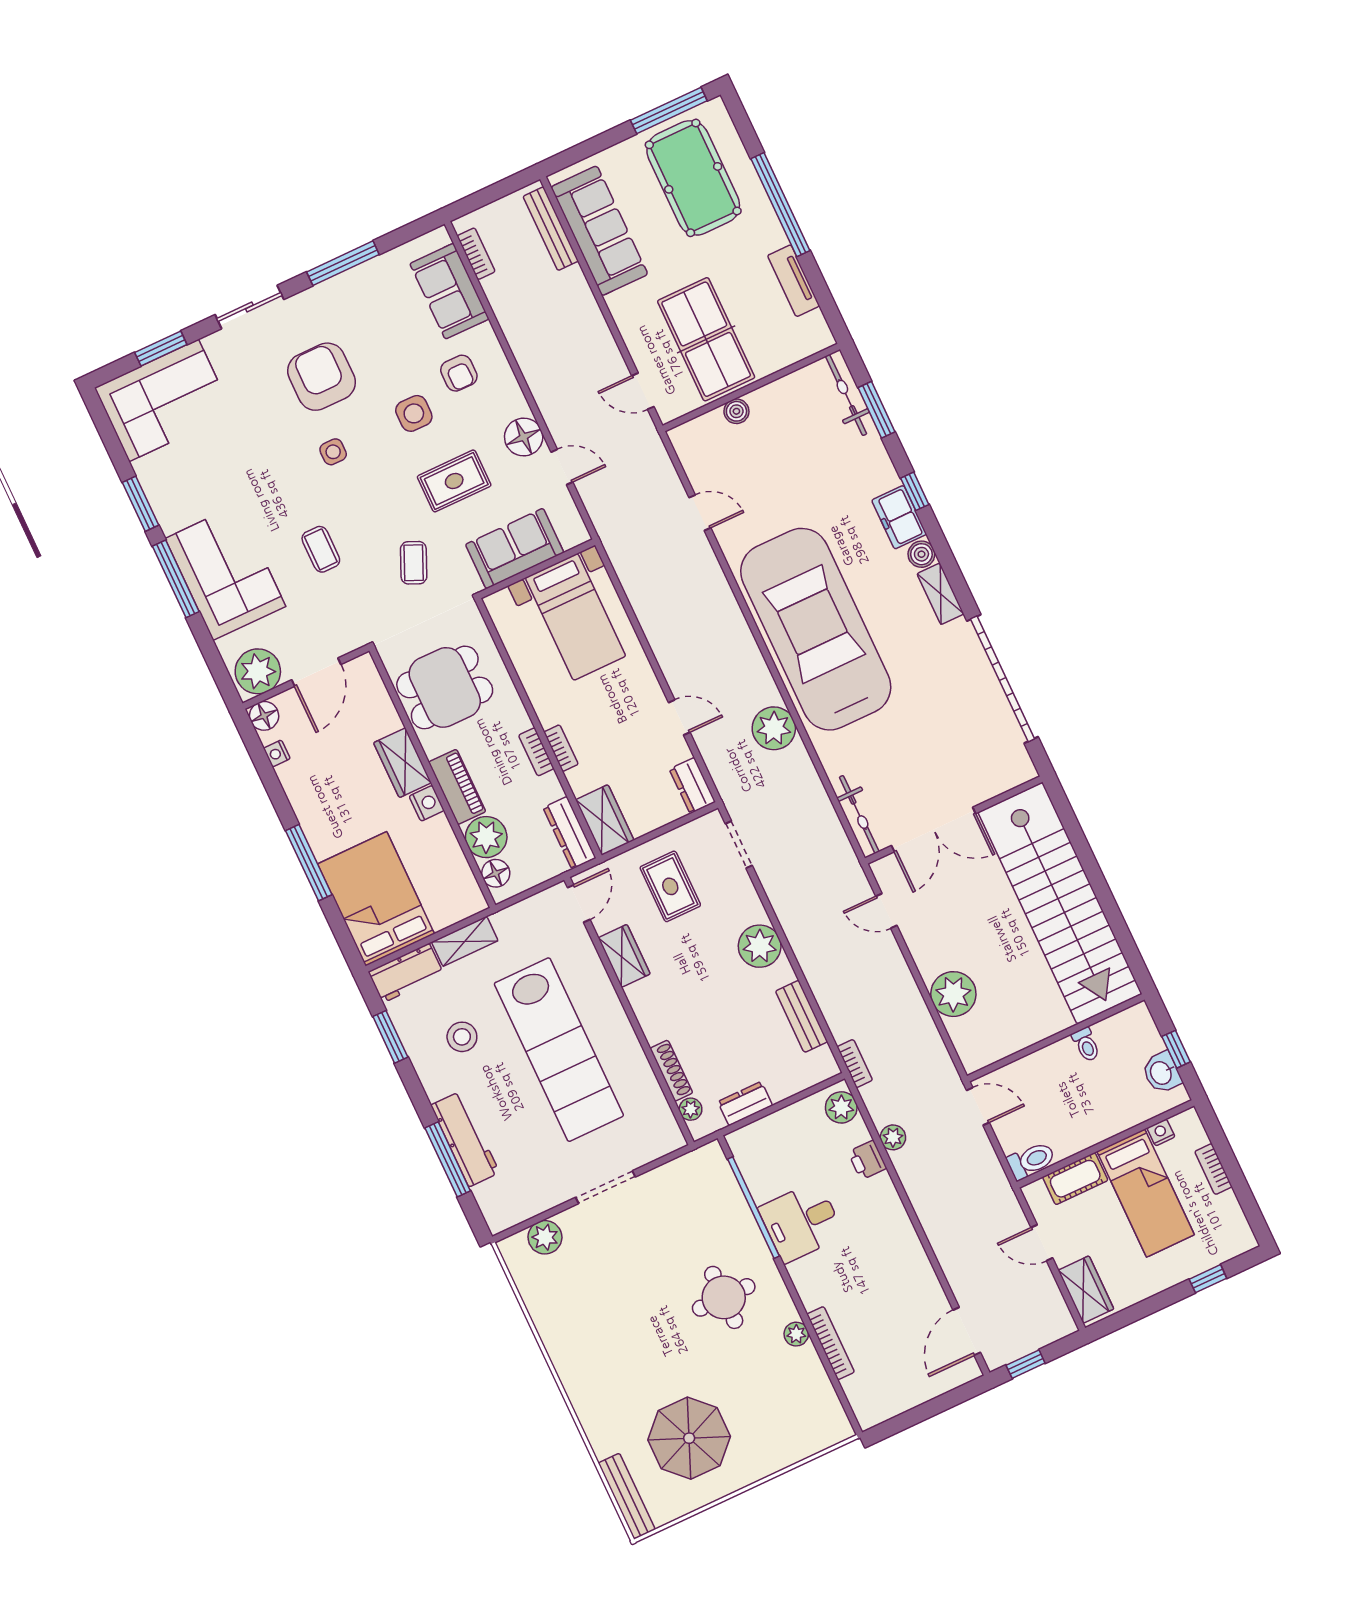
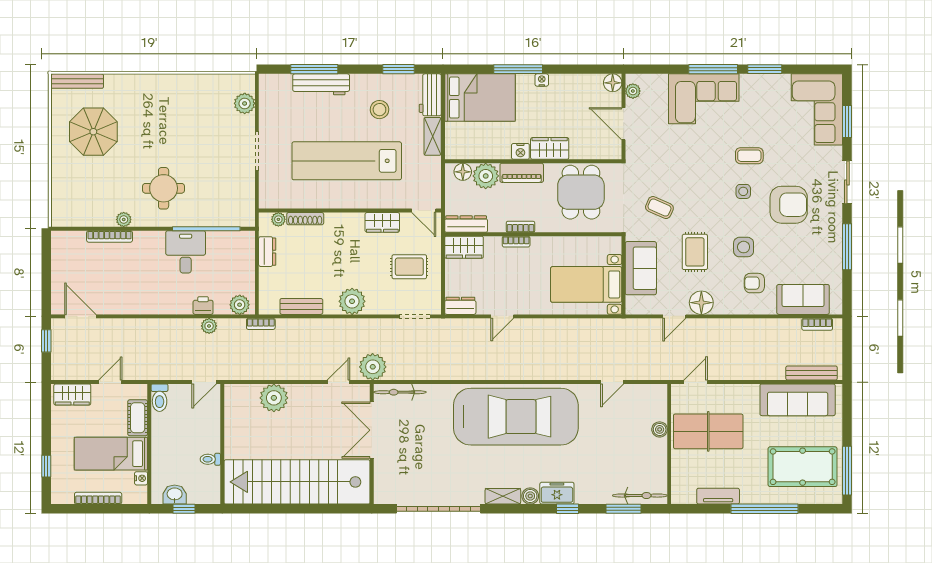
coffee table: (321, 549) -> (749, 156), moved
plant: (258, 671) -> (633, 91), width x0.53, depth x0.53
plant: (774, 728) -> (373, 367), moved
nightstand: (277, 753) -> (542, 80), moved
bookcase: (1213, 1169) -> (98, 498), width x1.56

